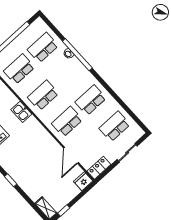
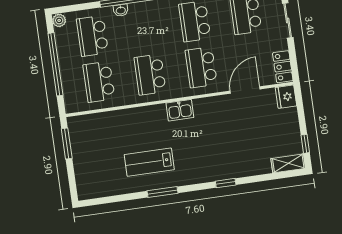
plant: (39, 23) -> (59, 20), added
kitchen sink: (21, 112) -> (180, 110), moved
door: (71, 155) -> (245, 90), swing flipped

